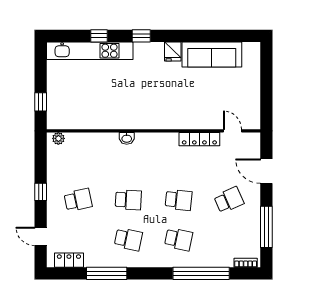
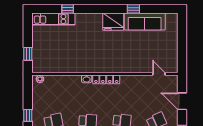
window: (141, 36) -> (133, 9), moved
kitchen unit: (90, 51) -> (53, 19), width x0.73
fridge: (173, 51) -> (113, 22), width x1.88, depth x1.34
locker: (199, 139) -> (106, 79), moved

